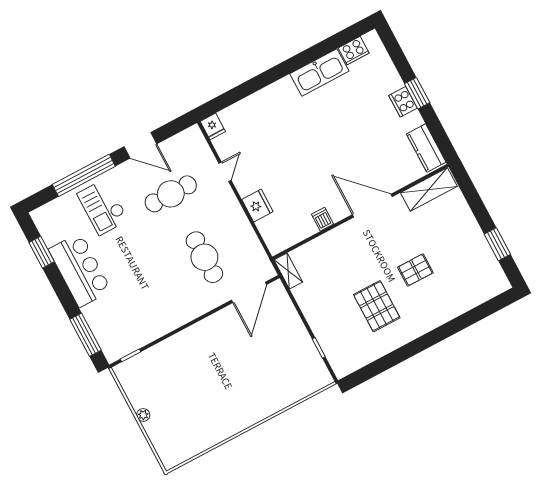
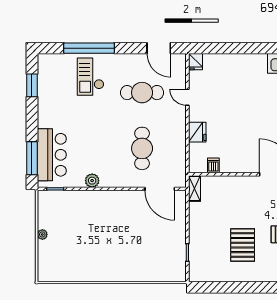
door: (140, 145) -> (159, 48), moved
door: (225, 172) -> (187, 97), swing flipped
dishwasher: (323, 219) -> (213, 165), moved
bar counter: (80, 270) -> (52, 155), moved
door: (249, 292) -> (160, 189), hinge flipped
plant: (167, 324) -> (92, 181), added

